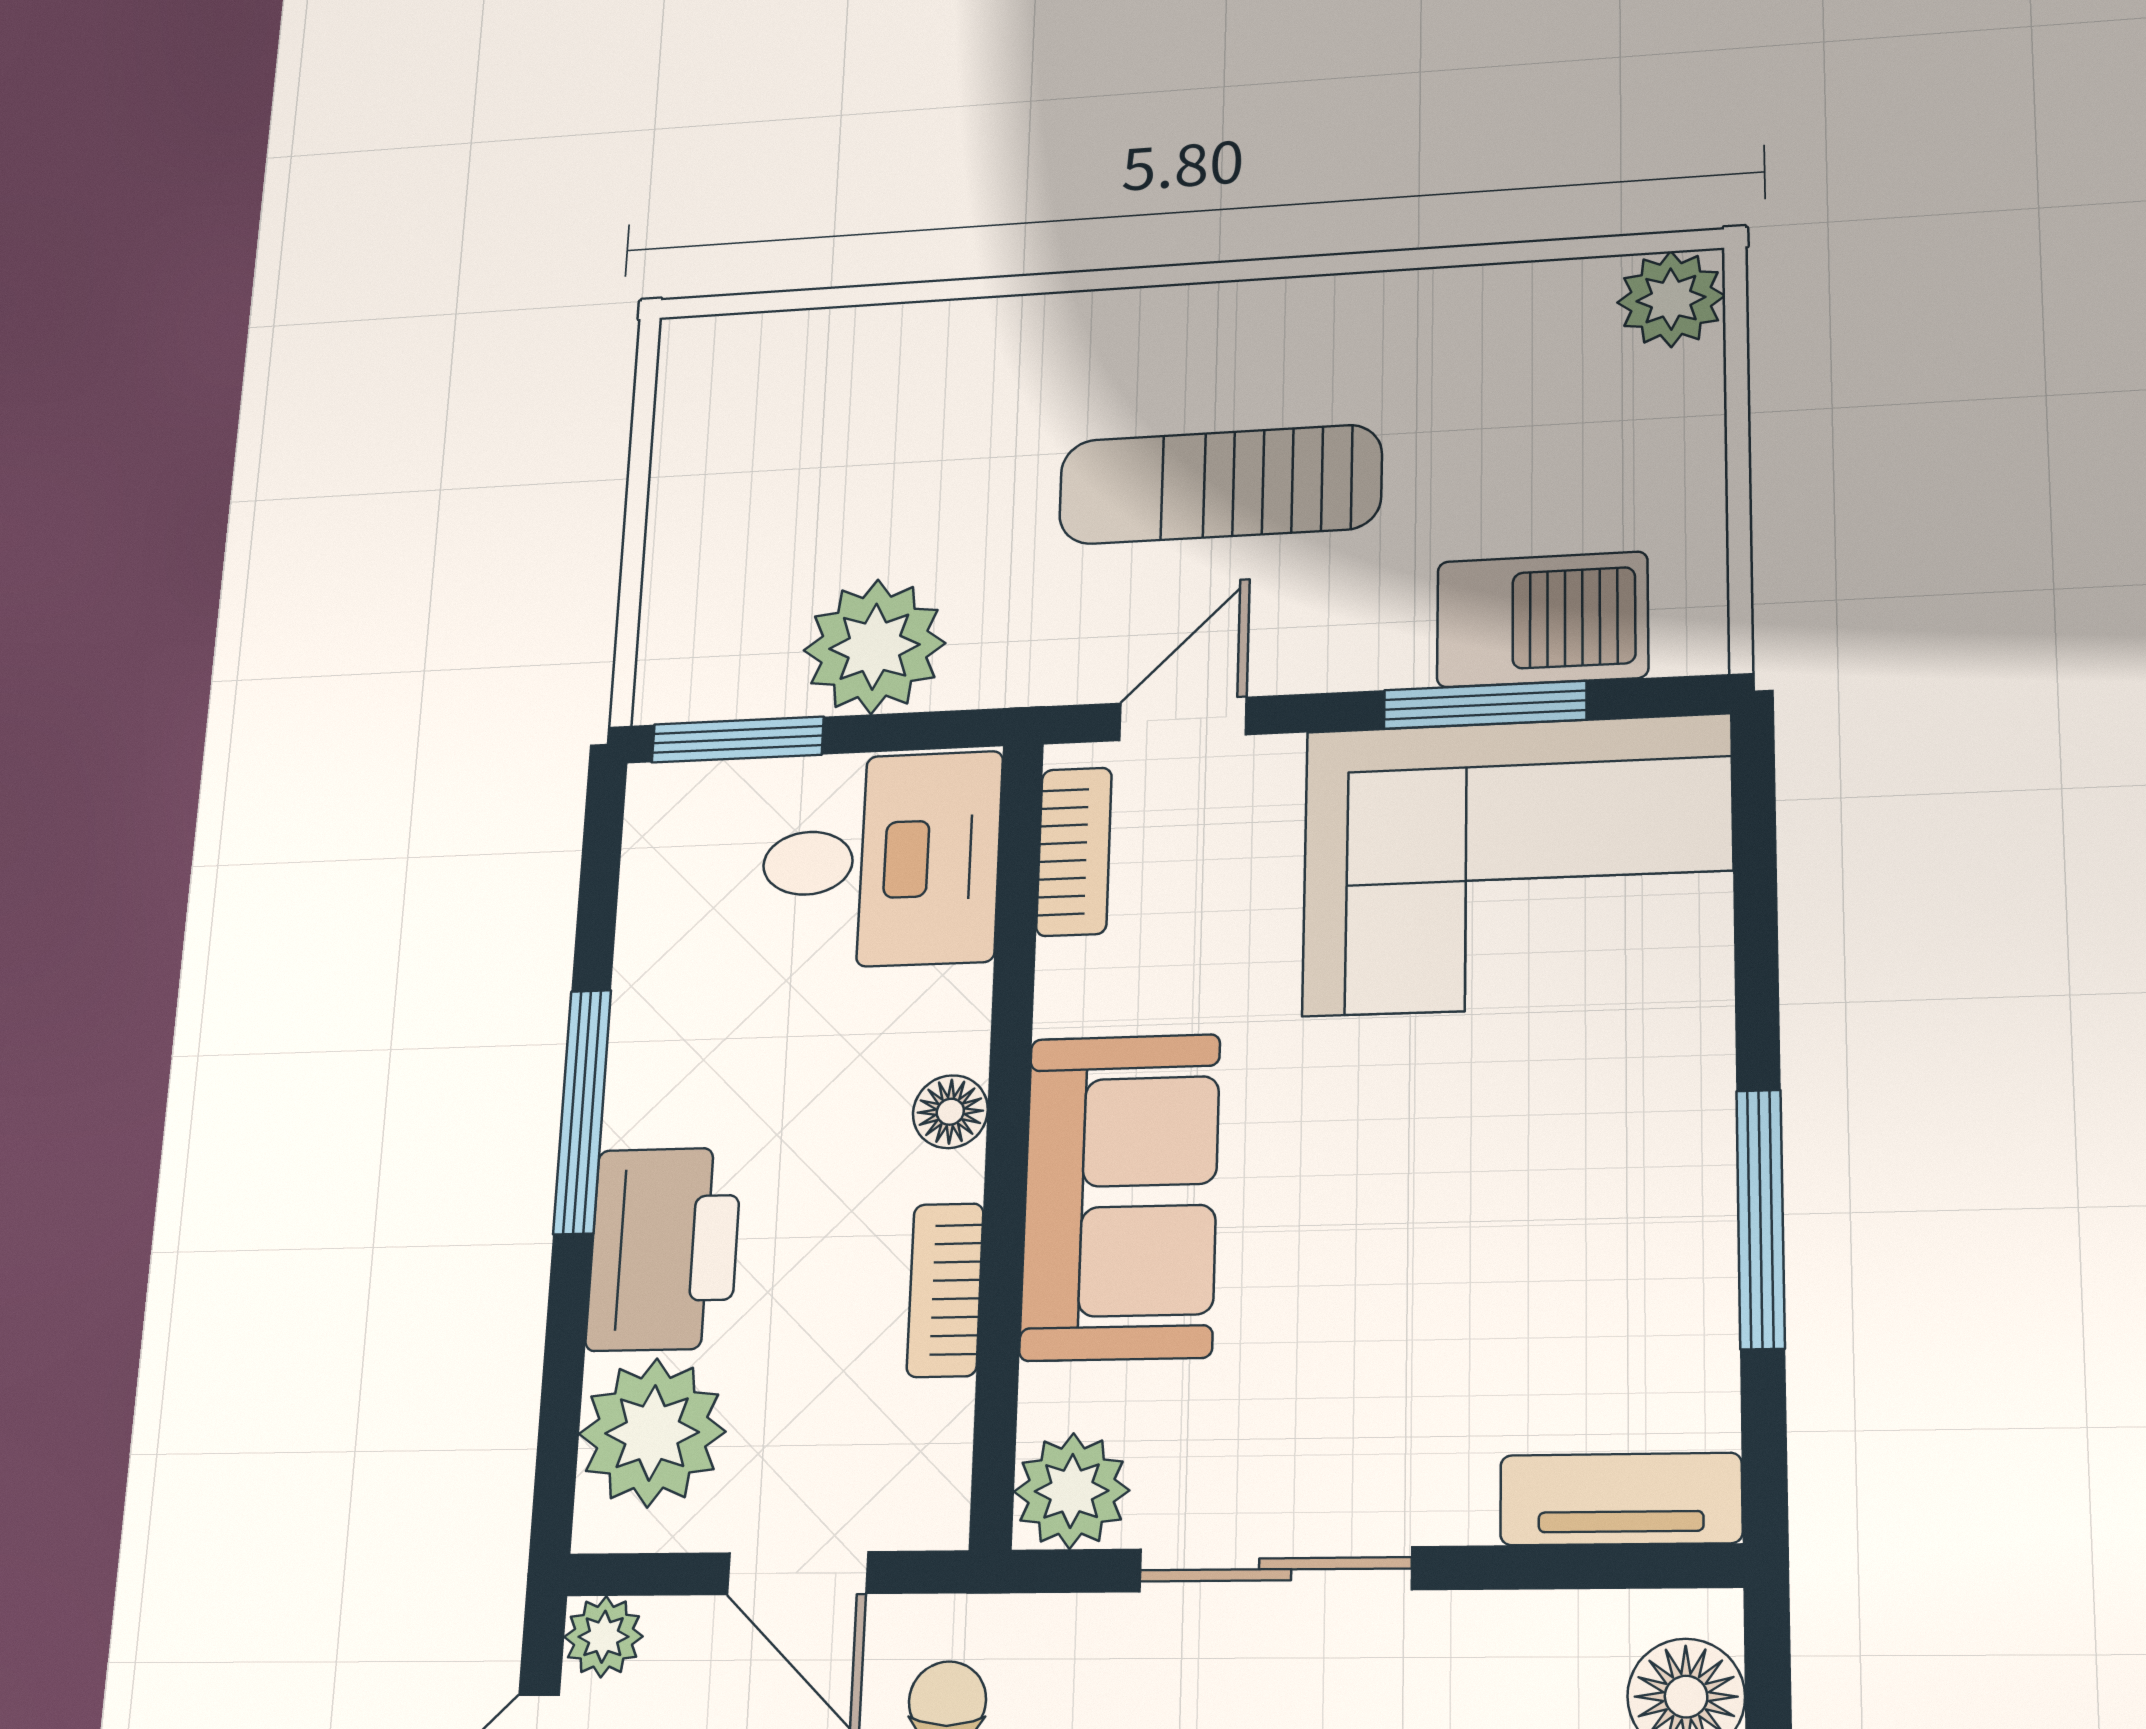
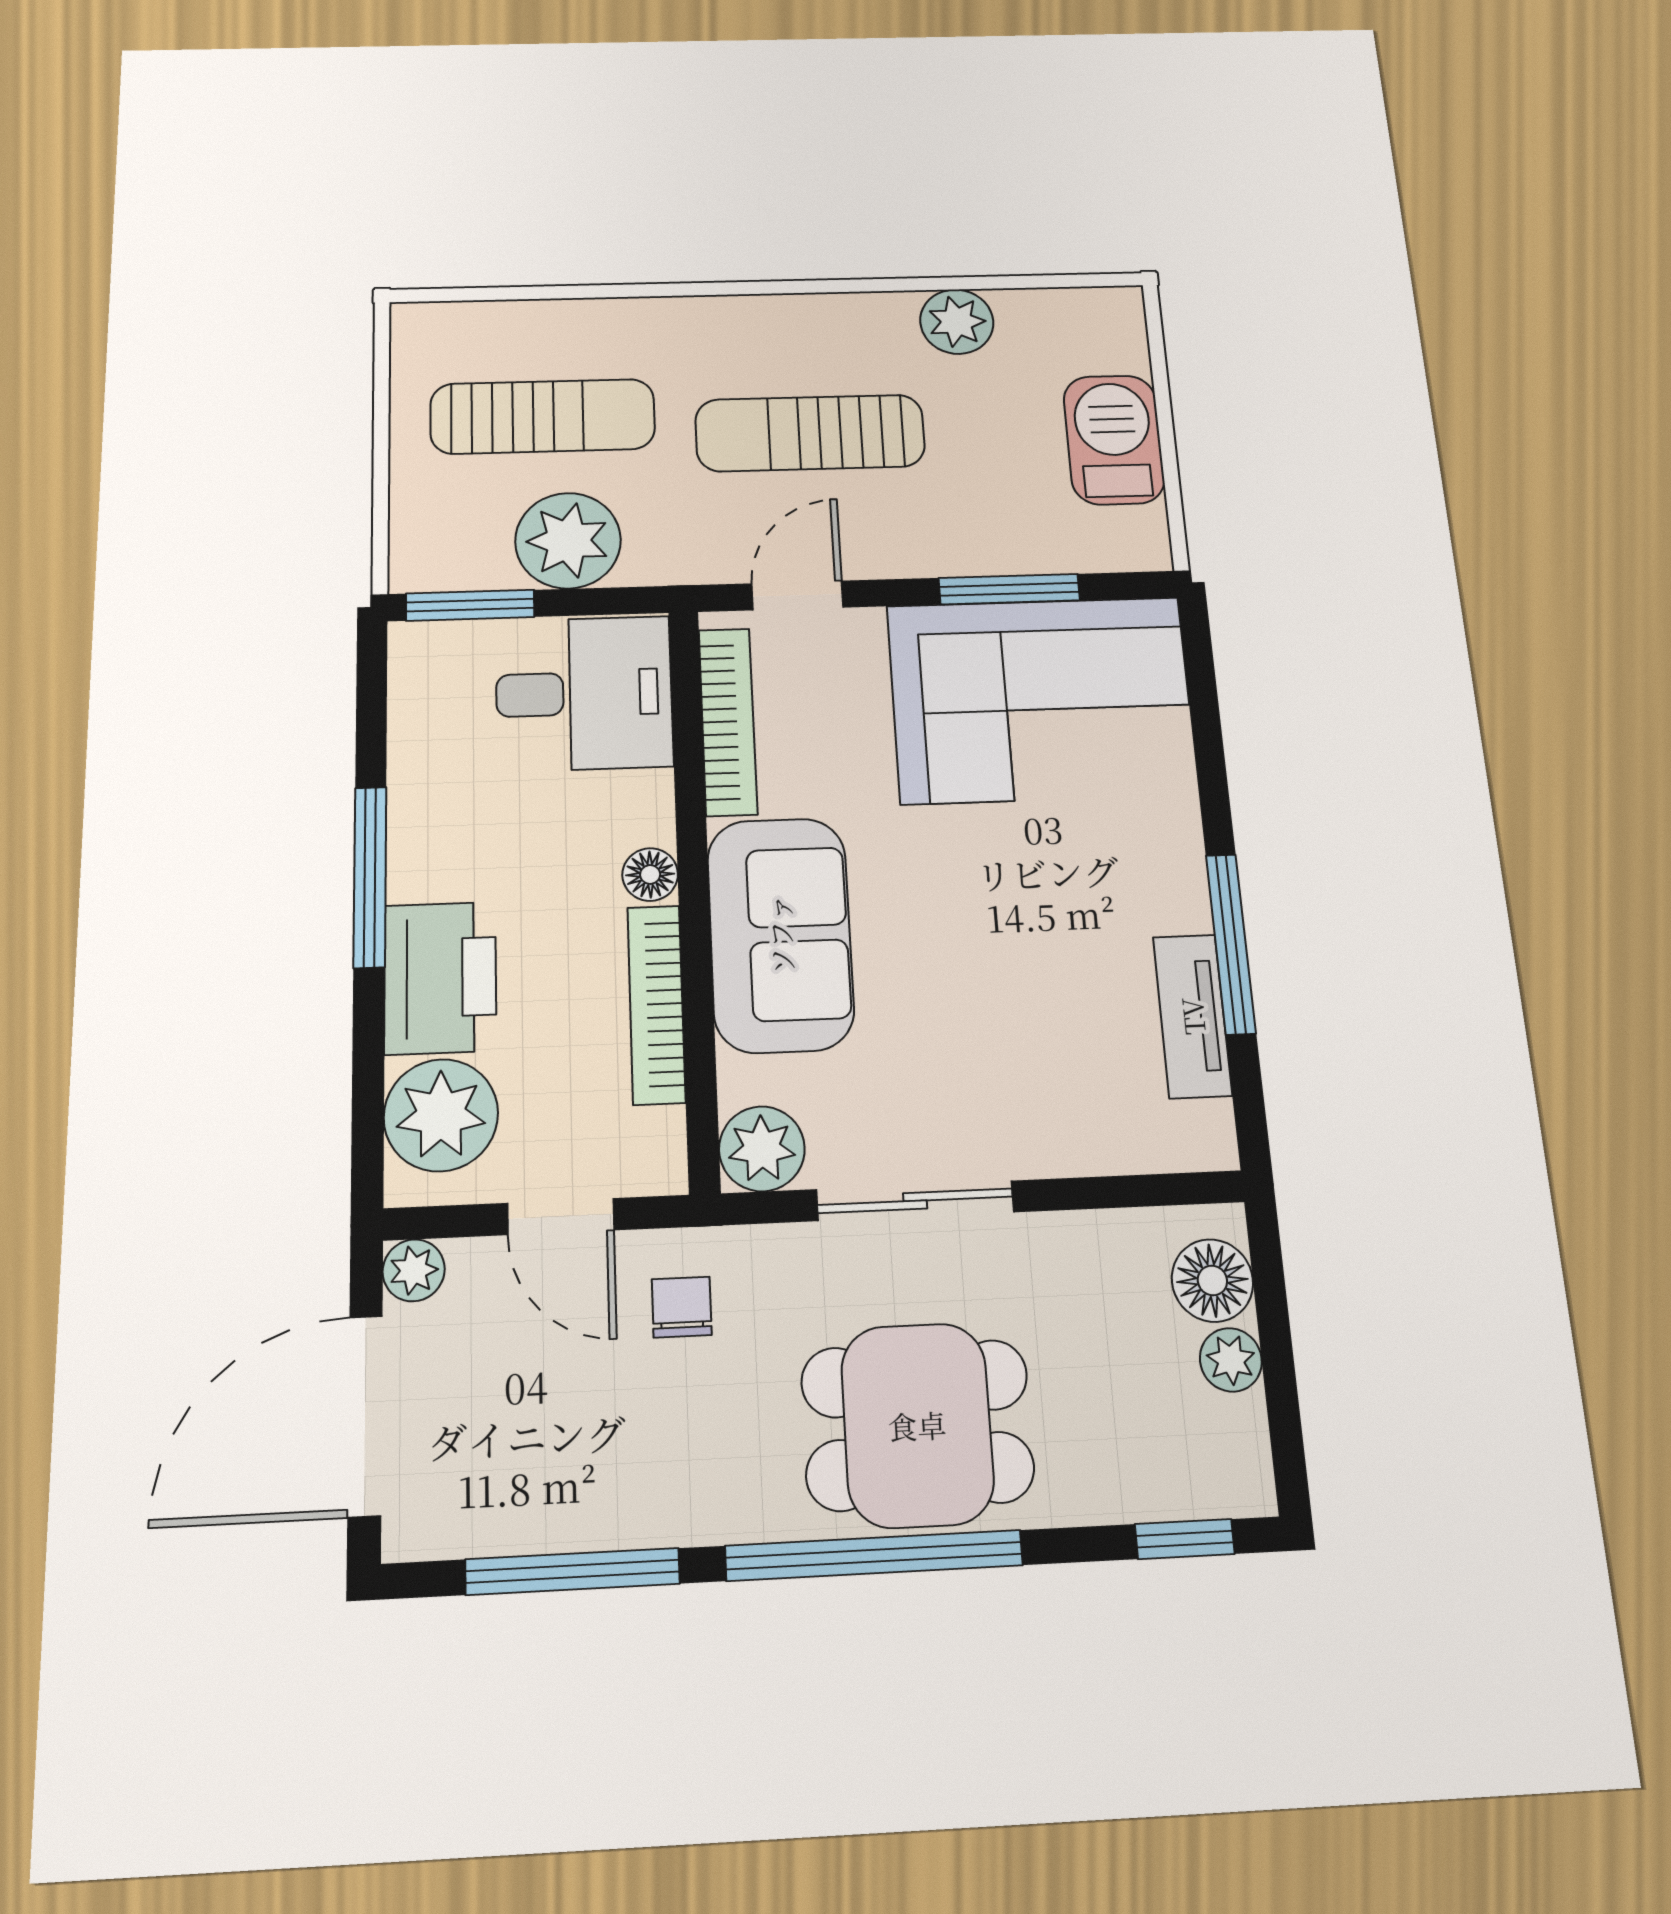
plant: (1671, 299) -> (957, 322), moved
sun lounger: (853, 472) -> (543, 416), added
barbecue: (1542, 619) -> (1114, 440), moved, turned -90
bookcase: (1074, 852) -> (728, 721), width x1.56
bookcase: (945, 1290) -> (656, 1004), width x1.56
tv unit: (1621, 1499) -> (1192, 1016), moved, turned -90

